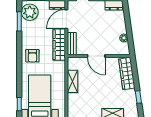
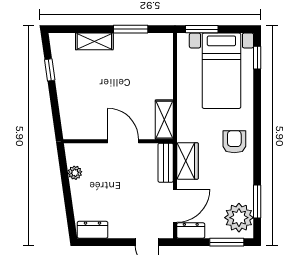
wardrobe: (59, 45) -> (188, 161), width x0.67
wardrobe: (127, 74) -> (70, 111), removed
shelving: (73, 81) -> (164, 120), moved

